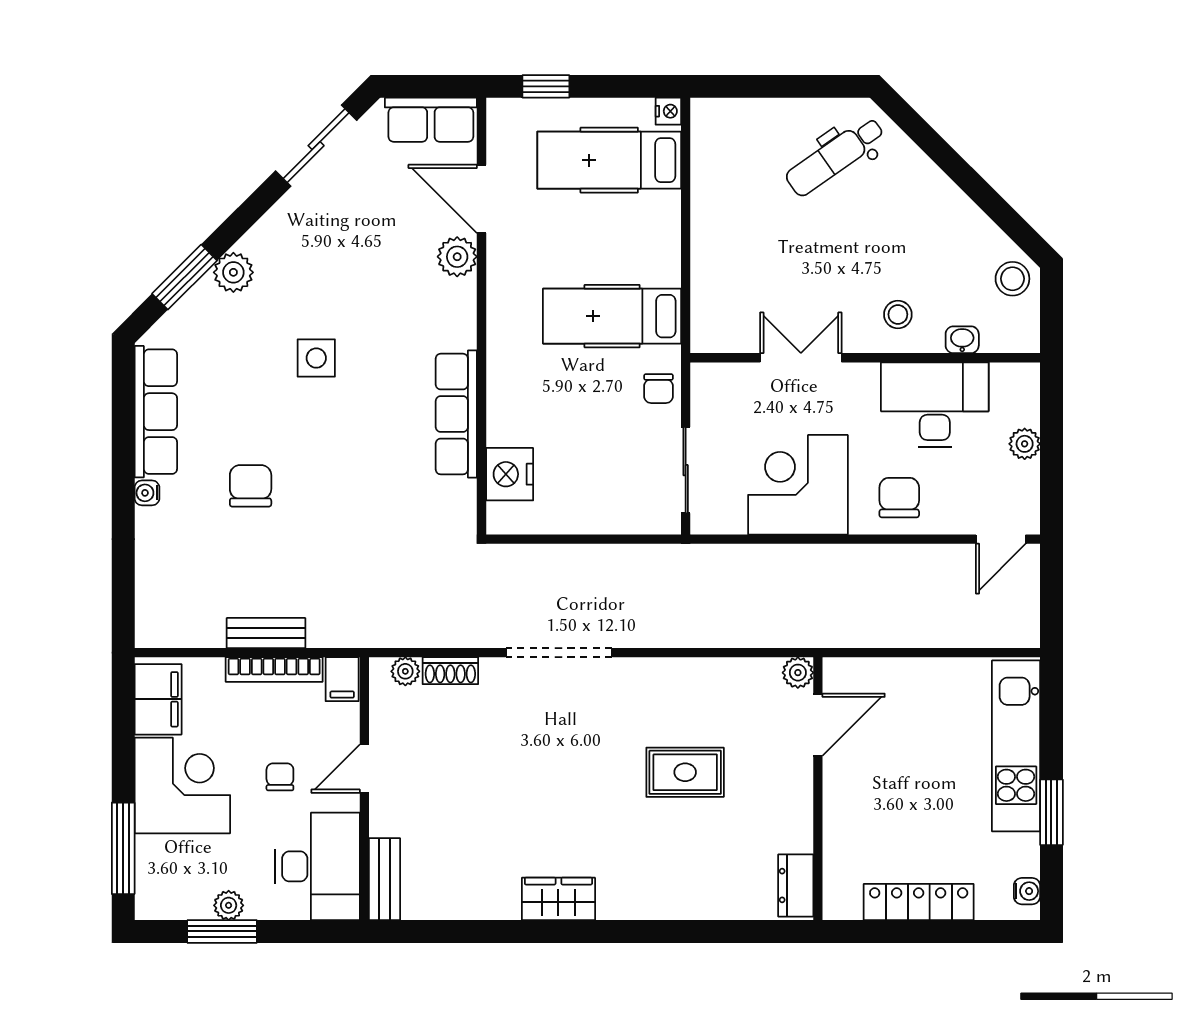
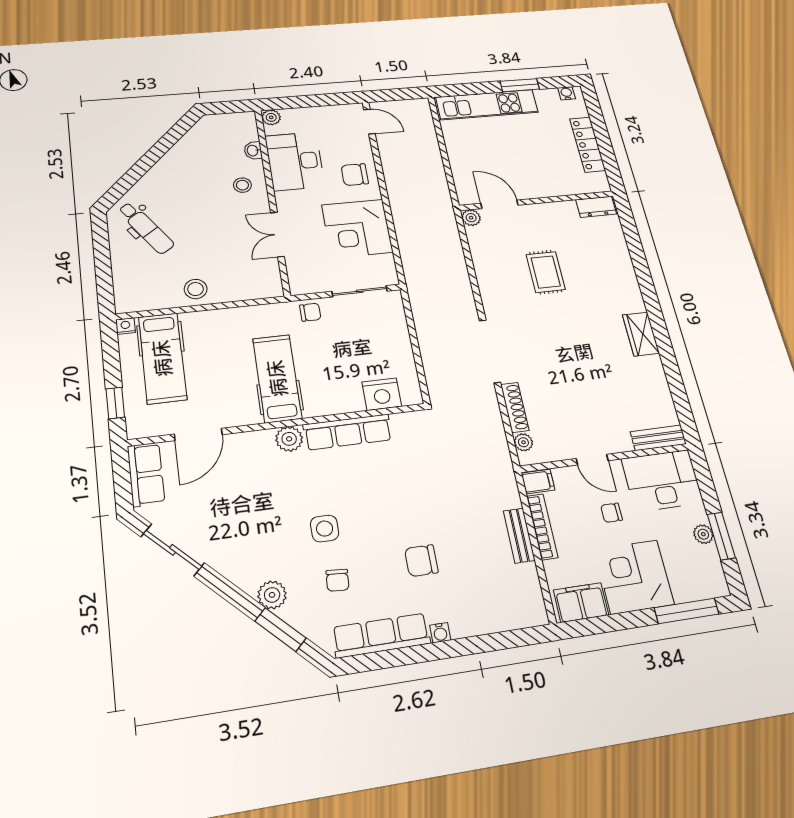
plant: (457, 257) -> (289, 439), moved
stool: (1012, 279) -> (196, 289), moved
hospital bed: (612, 316) -> (277, 378), moved, turned 180
chair: (240, 364) -> (338, 580), added
plant: (1025, 444) -> (271, 117), moved
shoe rack: (450, 671) -> (515, 407), width x1.43

